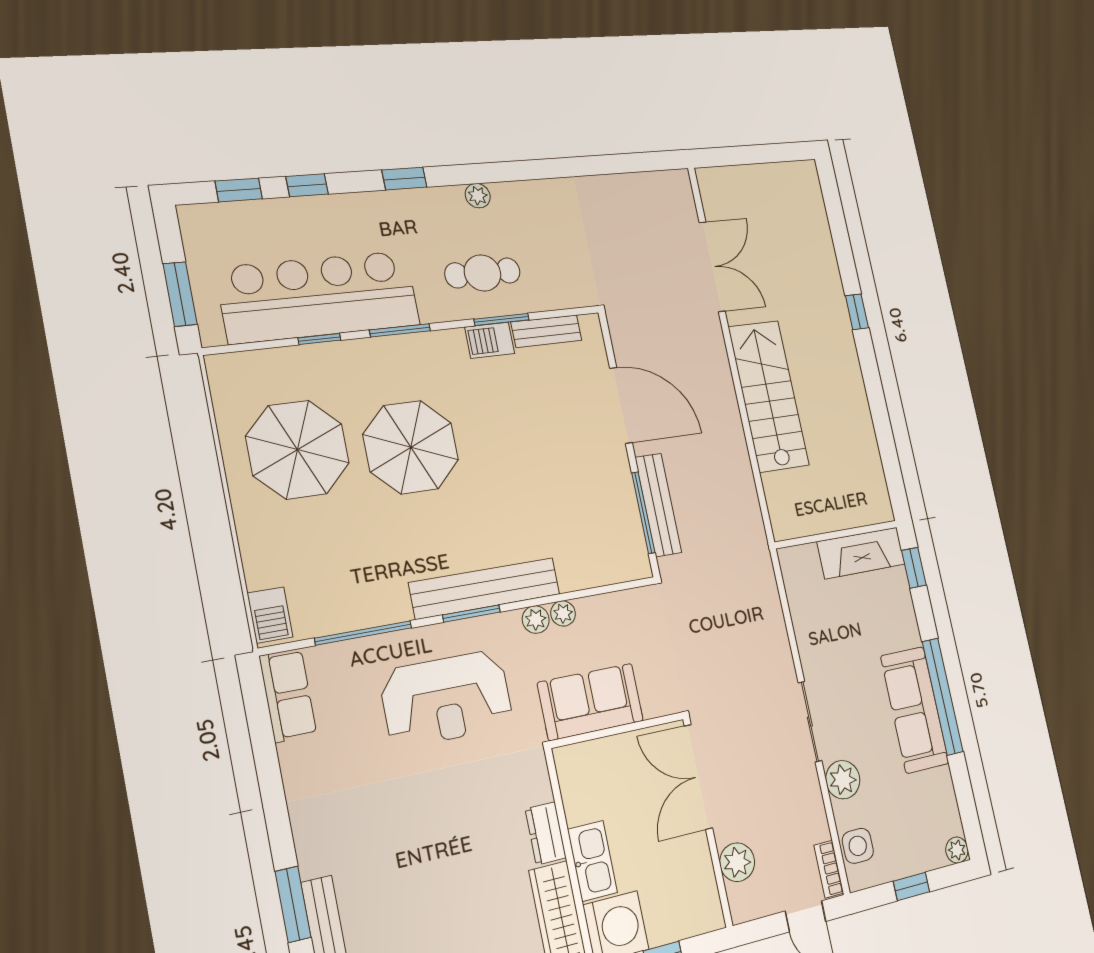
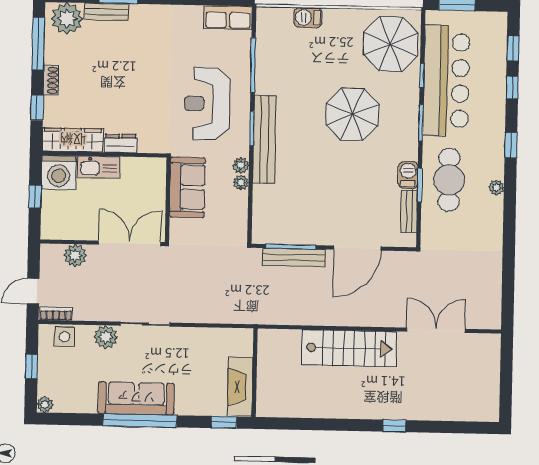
double door: (712, 267) -> (436, 330), swing flipped
cafe table: (483, 273) -> (449, 180), width x1.37, depth x1.35
parasol: (298, 450) -> (391, 44), moved
barbecue: (270, 615) -> (308, 18), moved

